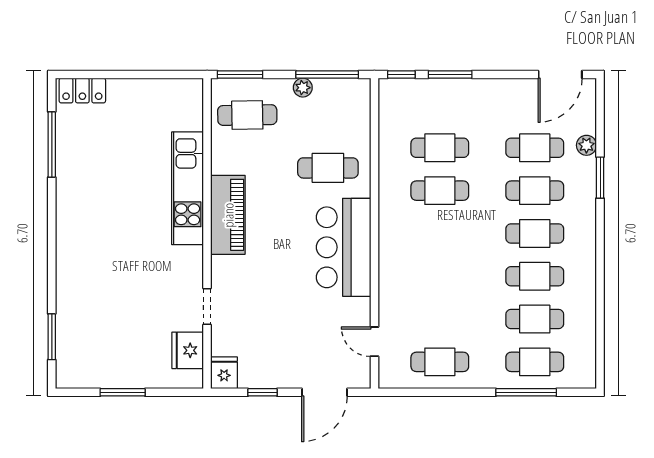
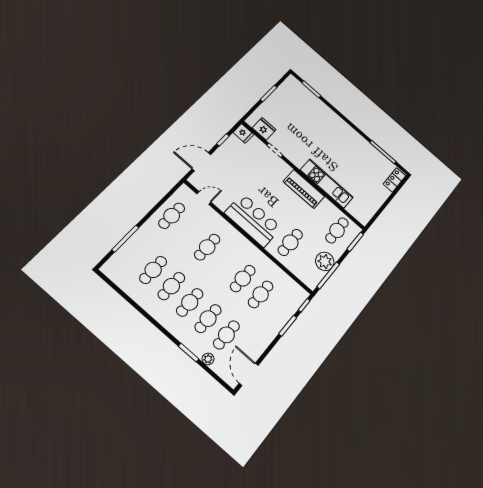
plant: (303, 88) -> (325, 261), width x1.88, depth x1.88
cafe table: (535, 362) -> (207, 247), moved
door: (324, 392) -> (201, 162), hinge flipped

